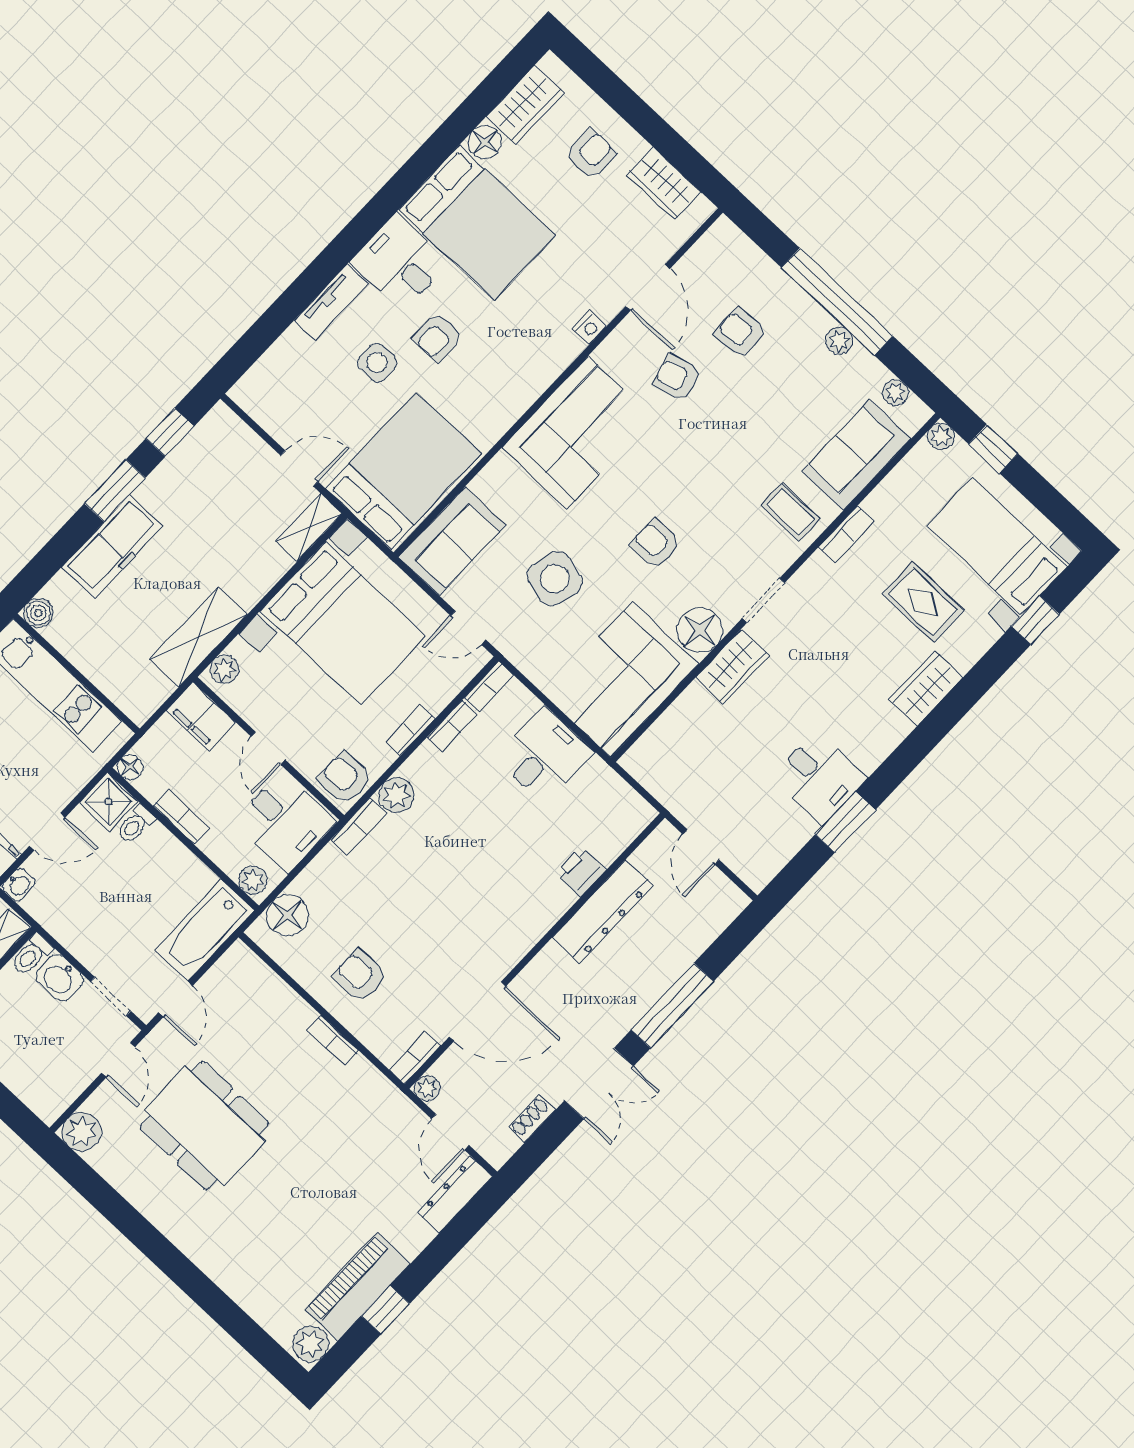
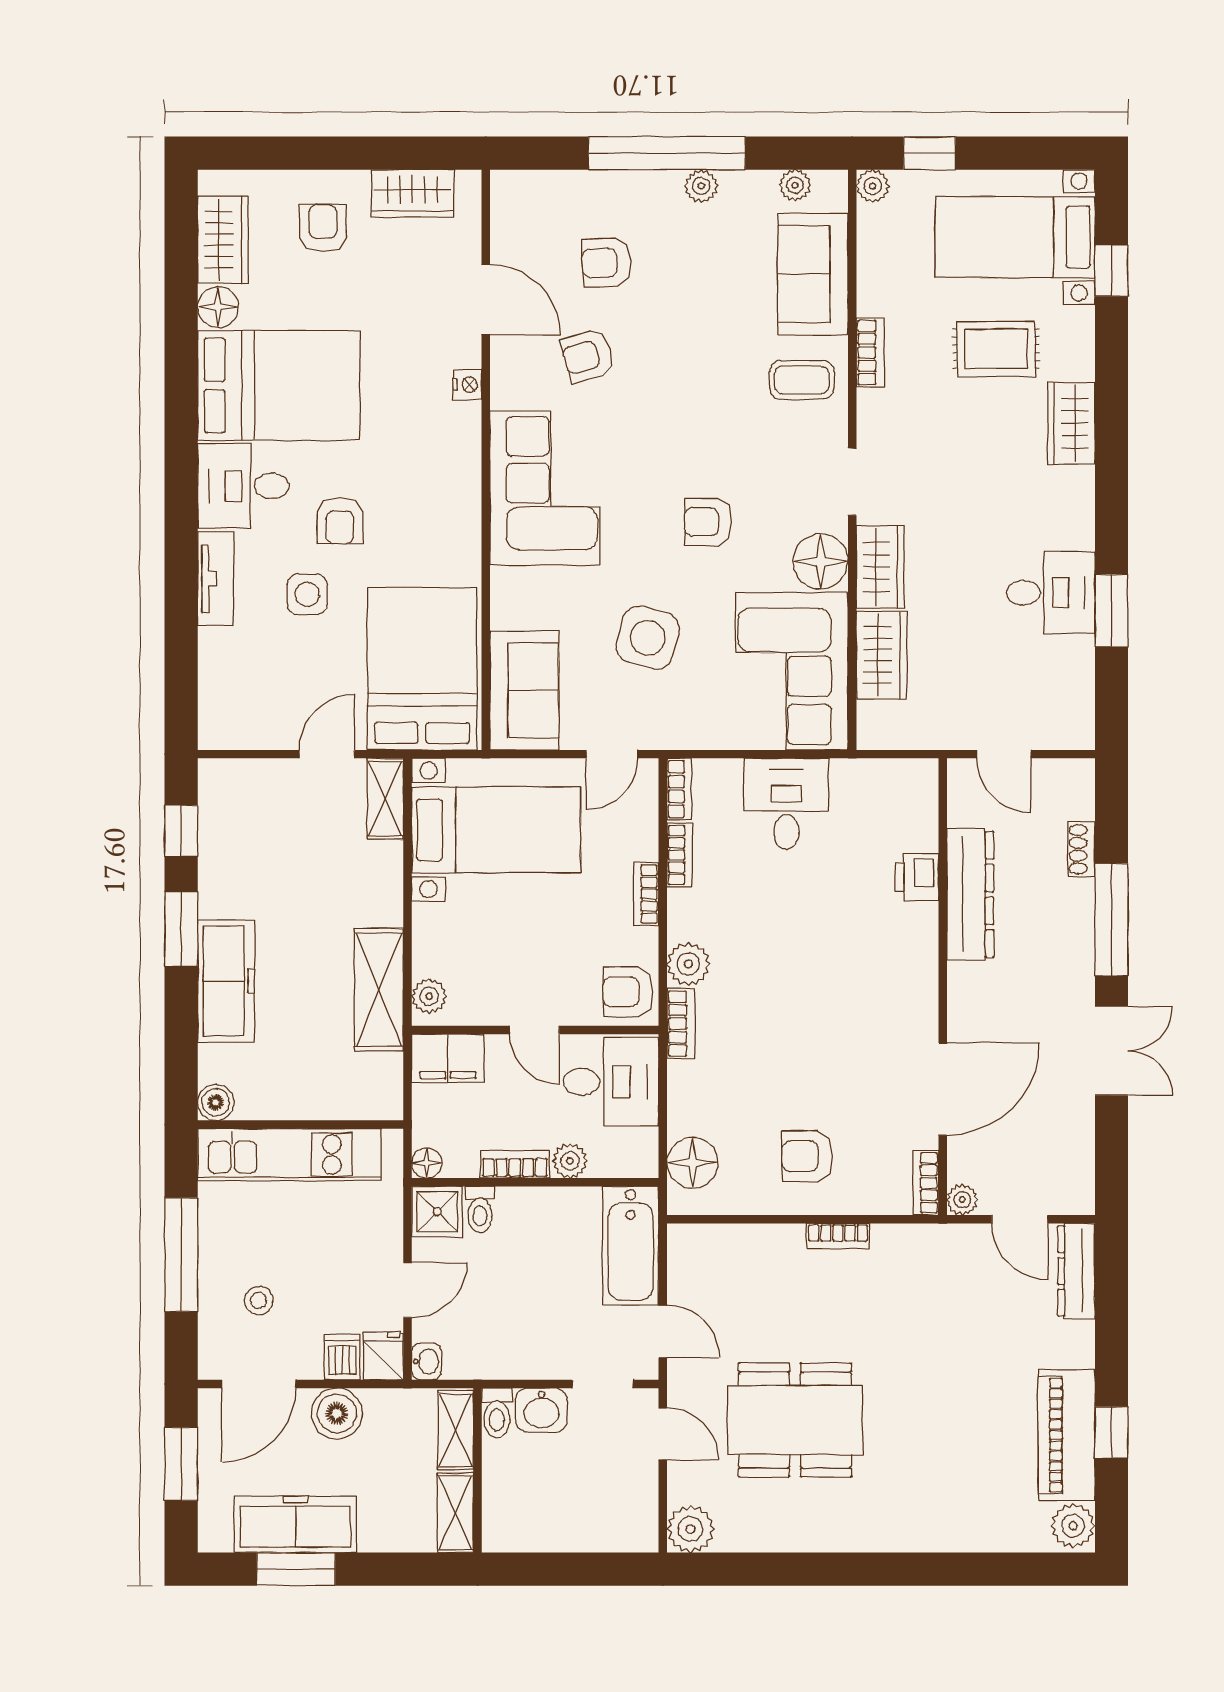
bed with nightstands: (343, 623) -> (496, 830), width x0.73
wardrobe: (684, 720) -> (882, 655), added
plant: (253, 880) -> (570, 1161), moved
shoe rack: (532, 1119) -> (1082, 849), moved

